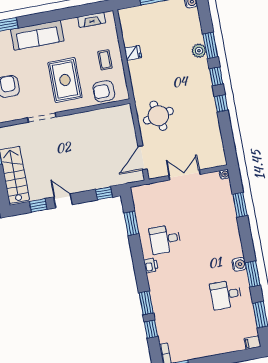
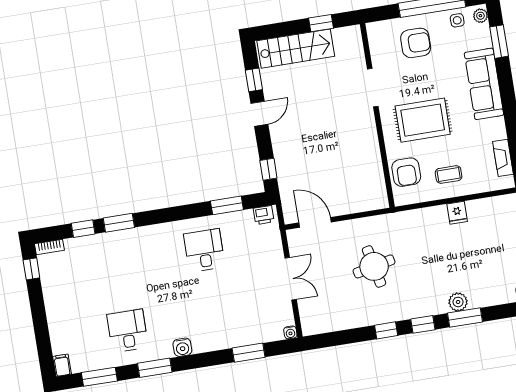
armchair: (104, 91) -> (406, 172), turned 180
round table: (158, 116) -> (374, 266), moved
water cooler: (239, 264) -> (182, 347), moved
printer: (151, 265) -> (264, 215), moved

